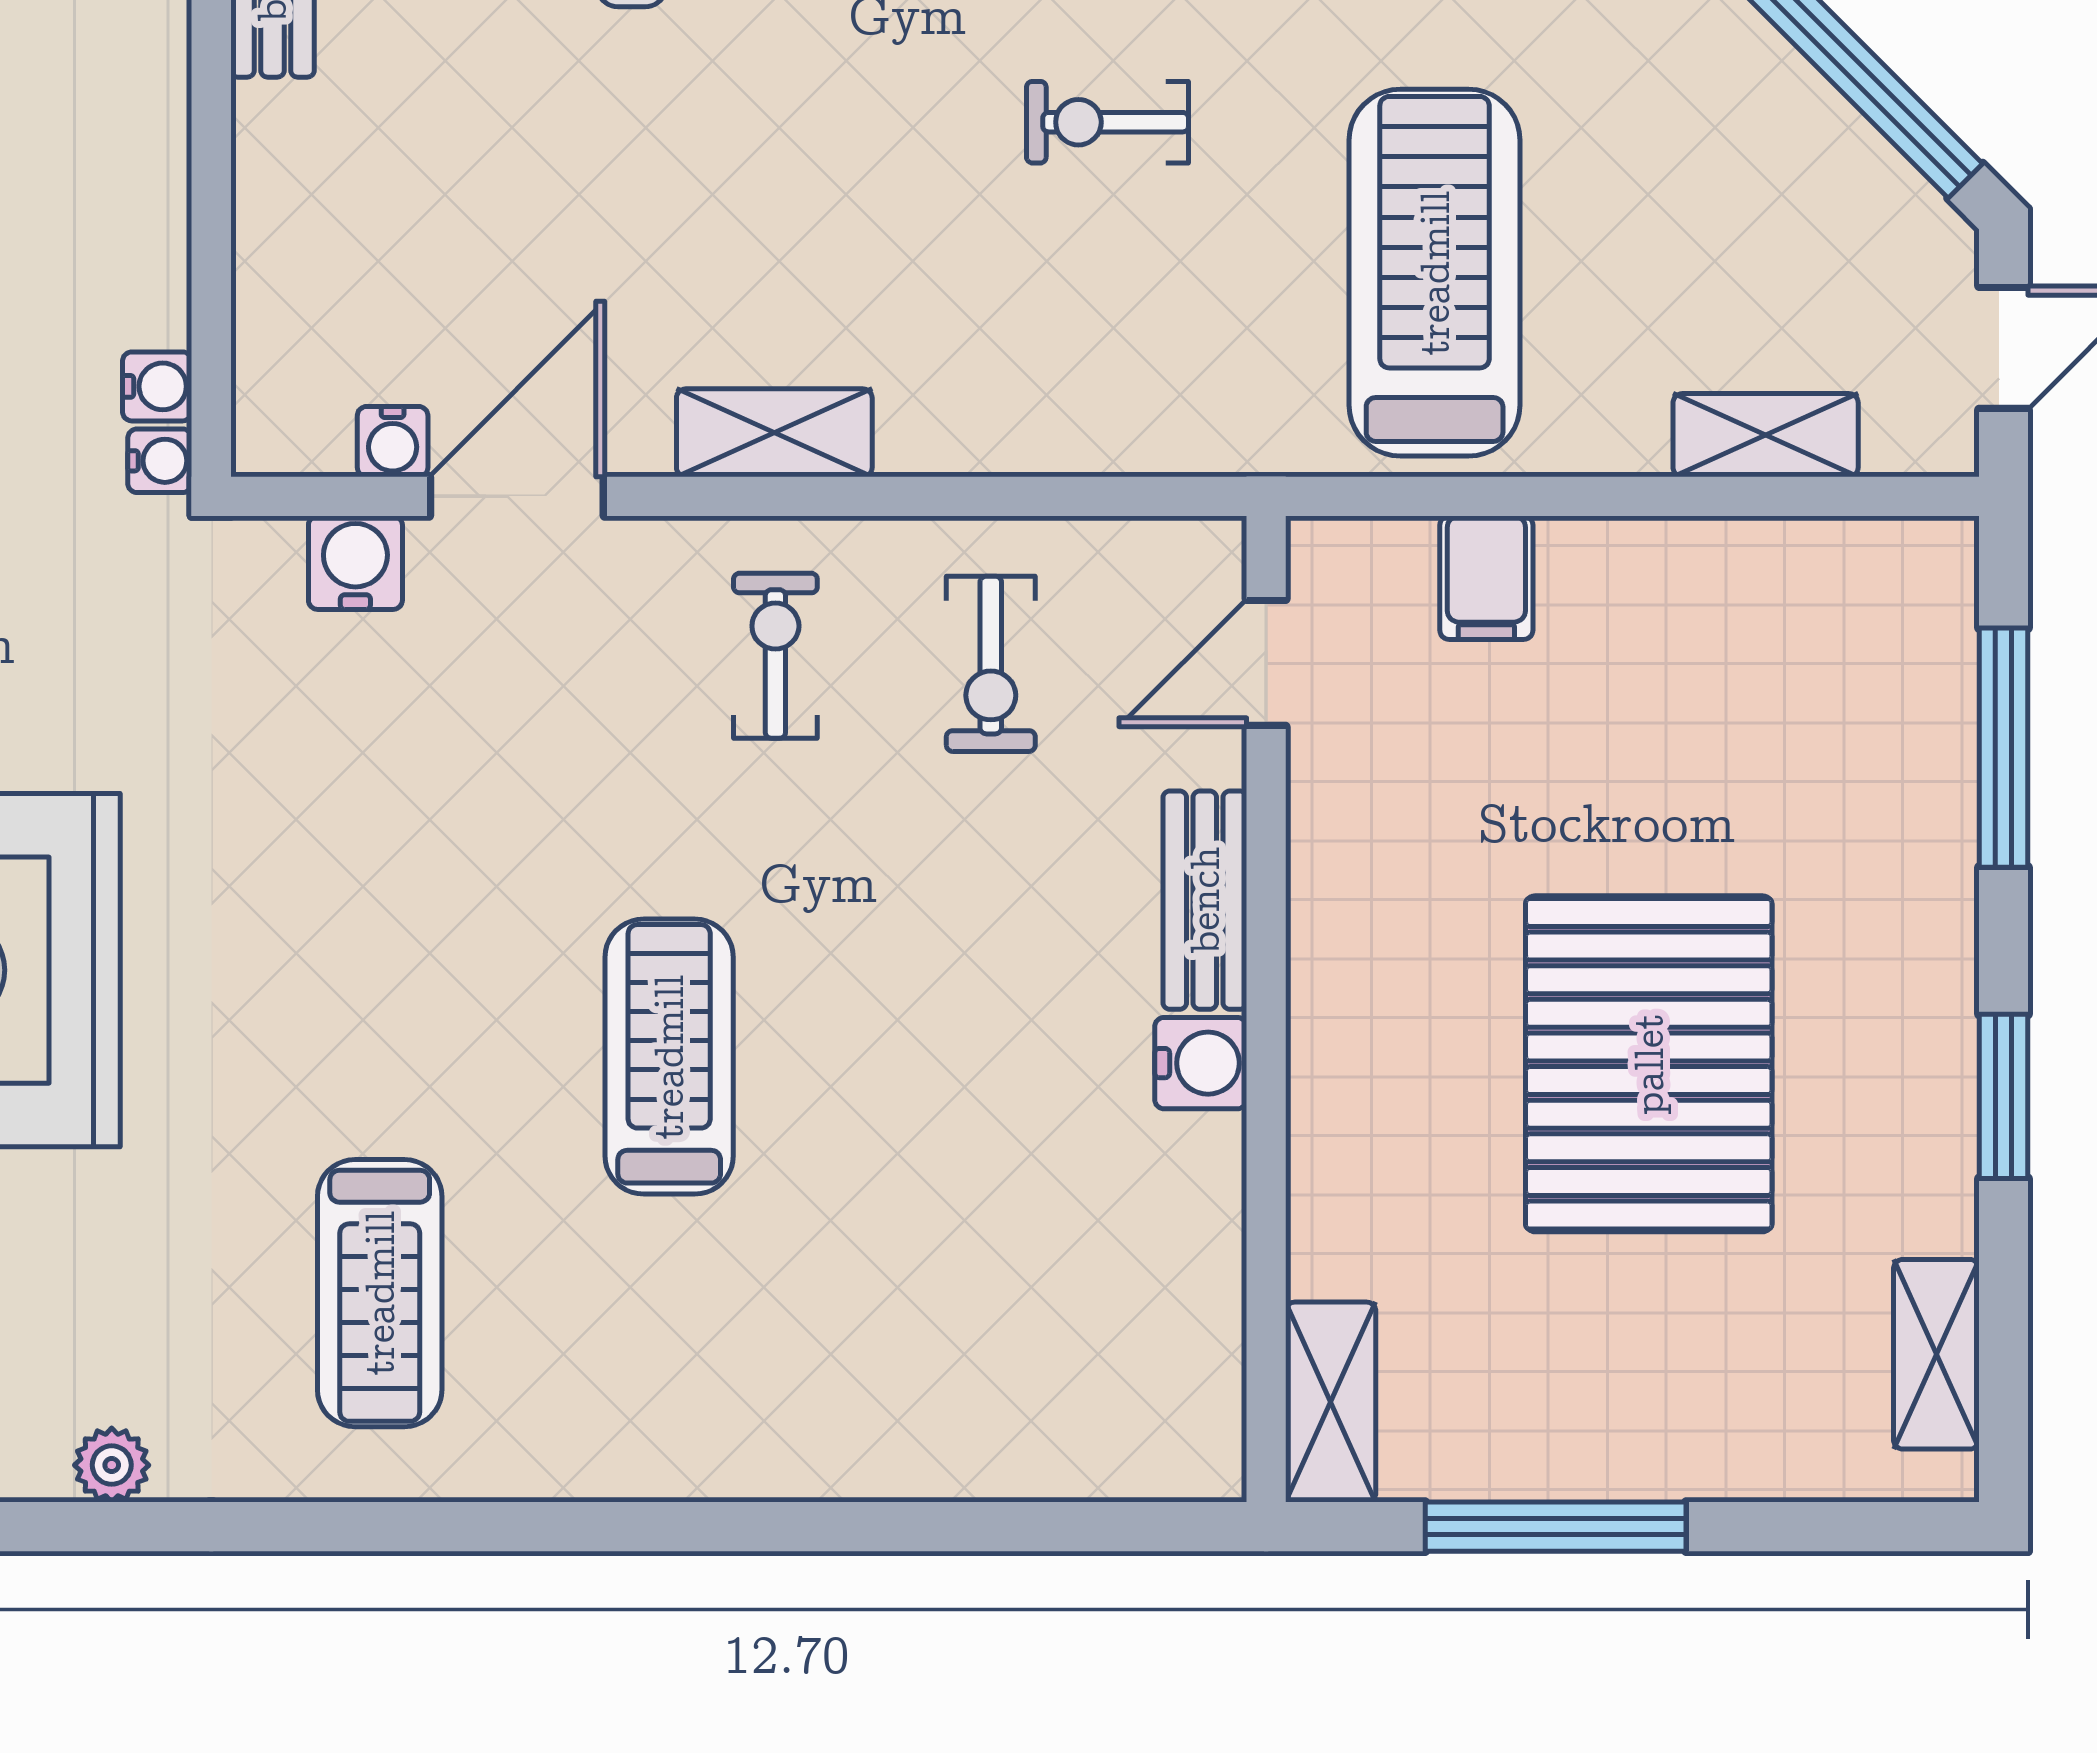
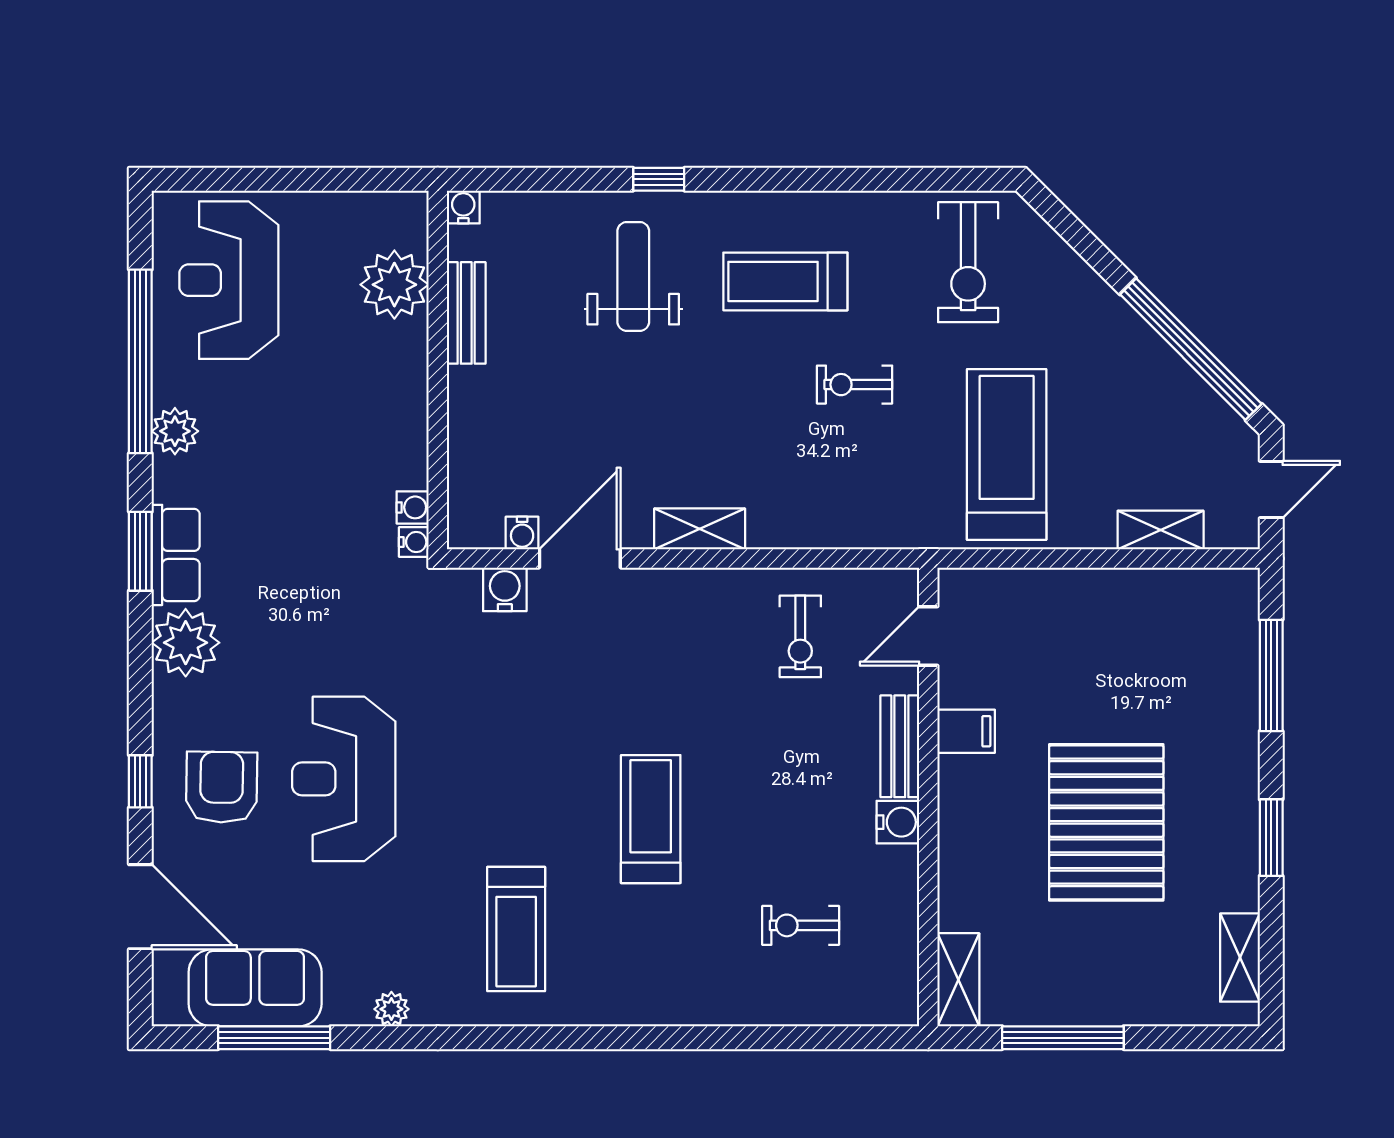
filing cabinet: (1486, 578) -> (966, 731), moved, turned -90
exercise bike: (775, 656) -> (801, 925), moved, turned -90

